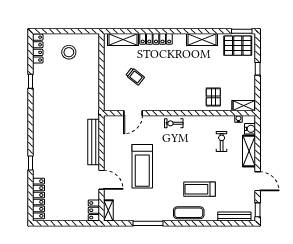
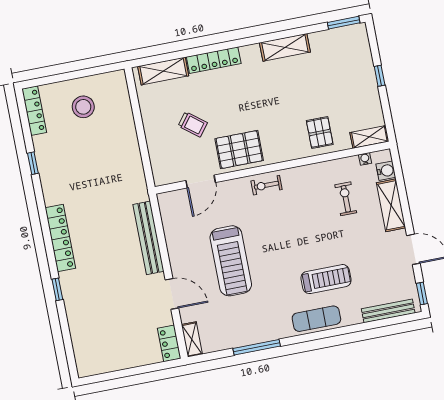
pallet: (238, 46) -> (239, 150), moved
treadmill: (199, 189) -> (326, 279), turned 180
locker: (39, 198) -> (60, 238), moved

